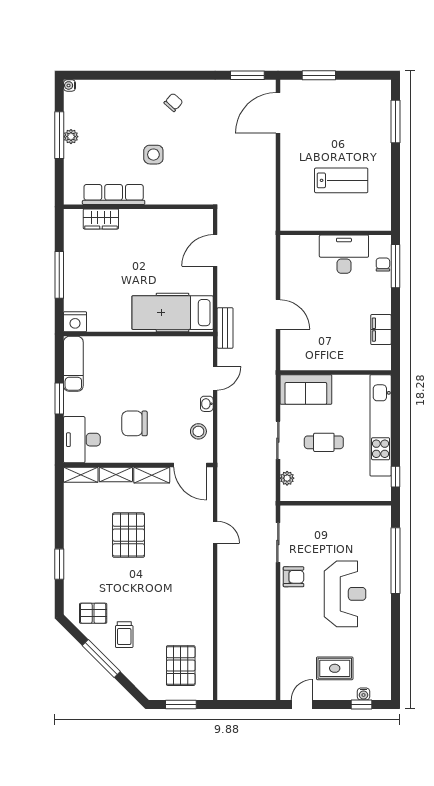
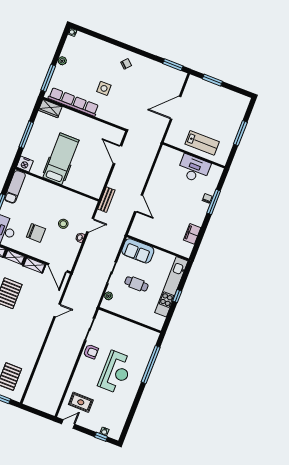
door: (278, 113) -> (176, 108), moved
window: (395, 122) -> (240, 133), moved
window: (59, 135) -> (48, 78), moved
row of seats: (114, 195) -> (73, 102), width x1.36
wardrobe: (101, 219) -> (50, 108), moved
wall: (336, 233) -> (194, 155), moved
door: (215, 250) -> (118, 155), hinge flipped
desk: (344, 254) -> (194, 169), moved
hospital bed: (173, 313) -> (61, 159), moved, turned 90
chair: (134, 423) -> (36, 233), turned 180
stool: (198, 431) -> (63, 224), moved
window: (395, 477) -> (177, 296), moved
door: (215, 532) -> (57, 310), hinge flipped
rug: (335, 668) -> (81, 402), moved

